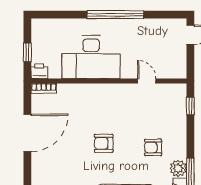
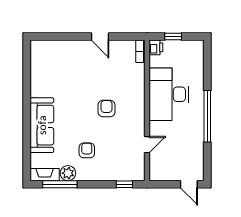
door: (27, 133) -> (100, 36), width x0.53
armchair: (104, 143) -> (107, 109), moved

